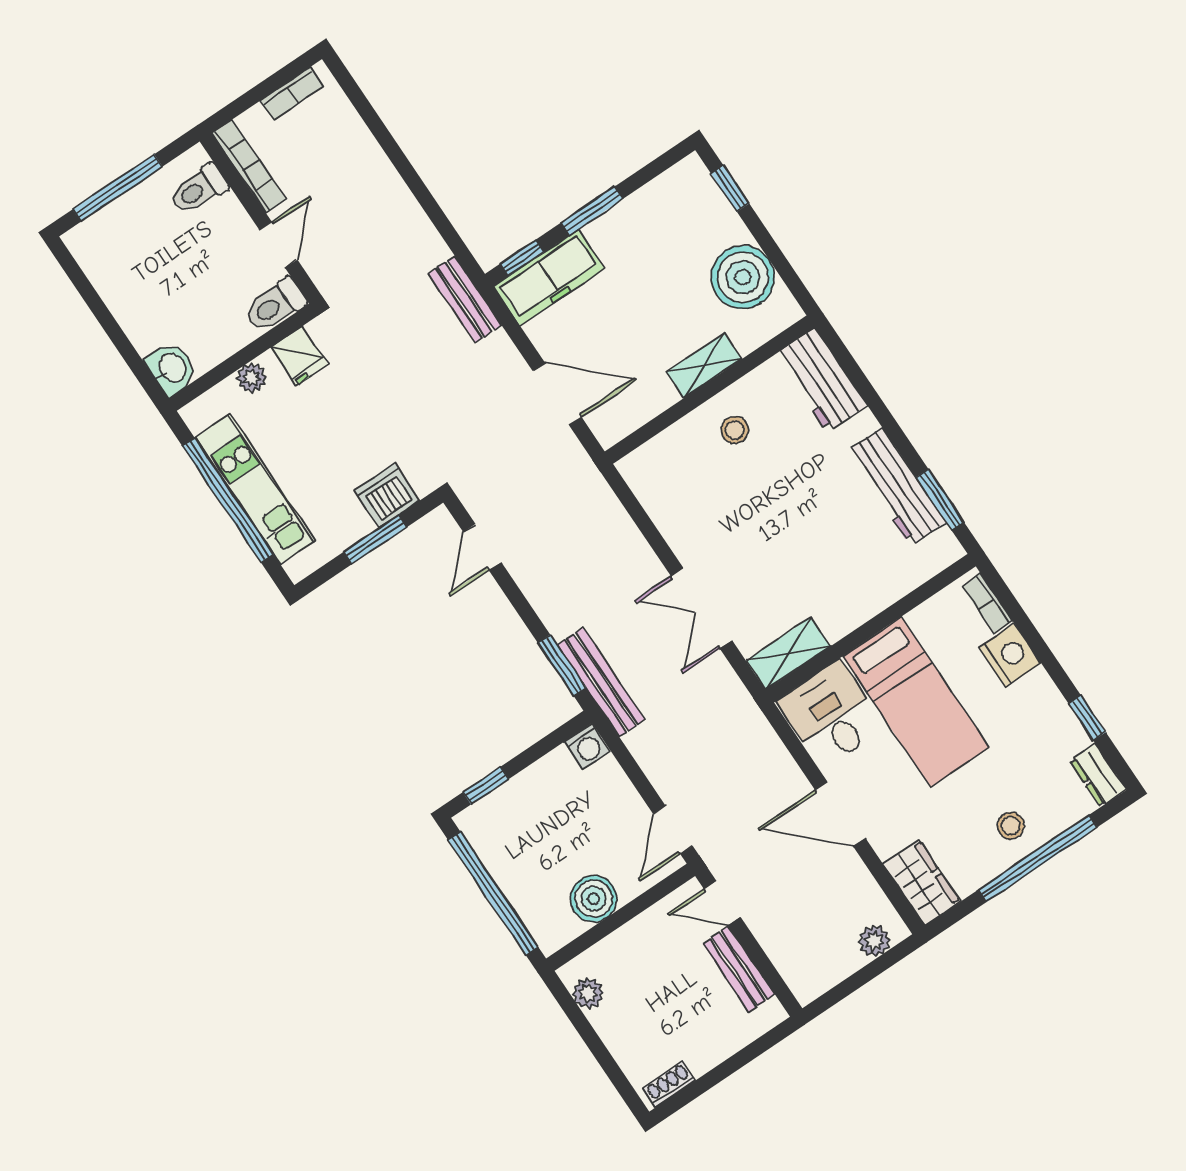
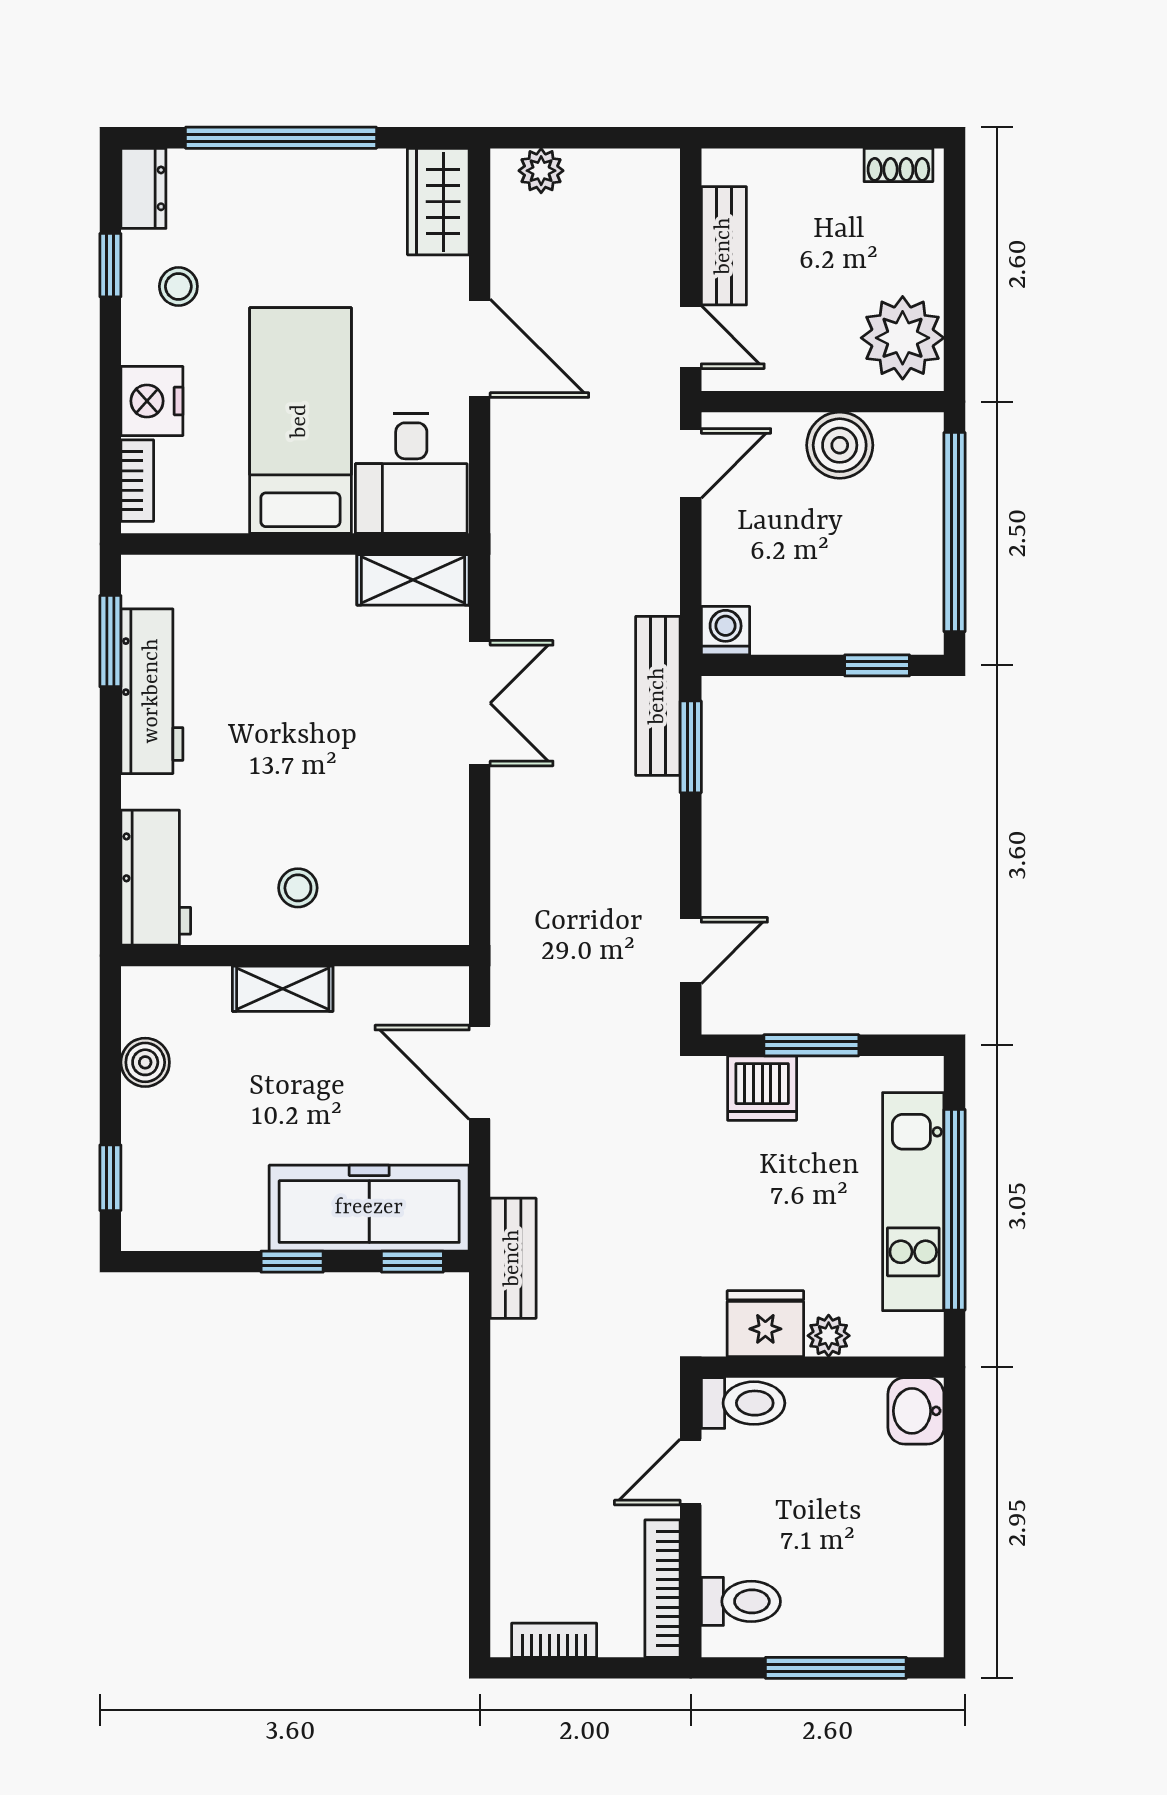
window: (592, 211) -> (292, 1262), width x0.67
freezer: (549, 277) -> (369, 1208), width x1.36, depth x1.26
boiler: (743, 277) -> (145, 1062), width x0.54, depth x0.54
fridge: (299, 356) -> (765, 1324), width x1.38
stool: (1011, 826) -> (178, 286), moved
plant: (588, 993) -> (903, 338), width x1.88, depth x1.88

